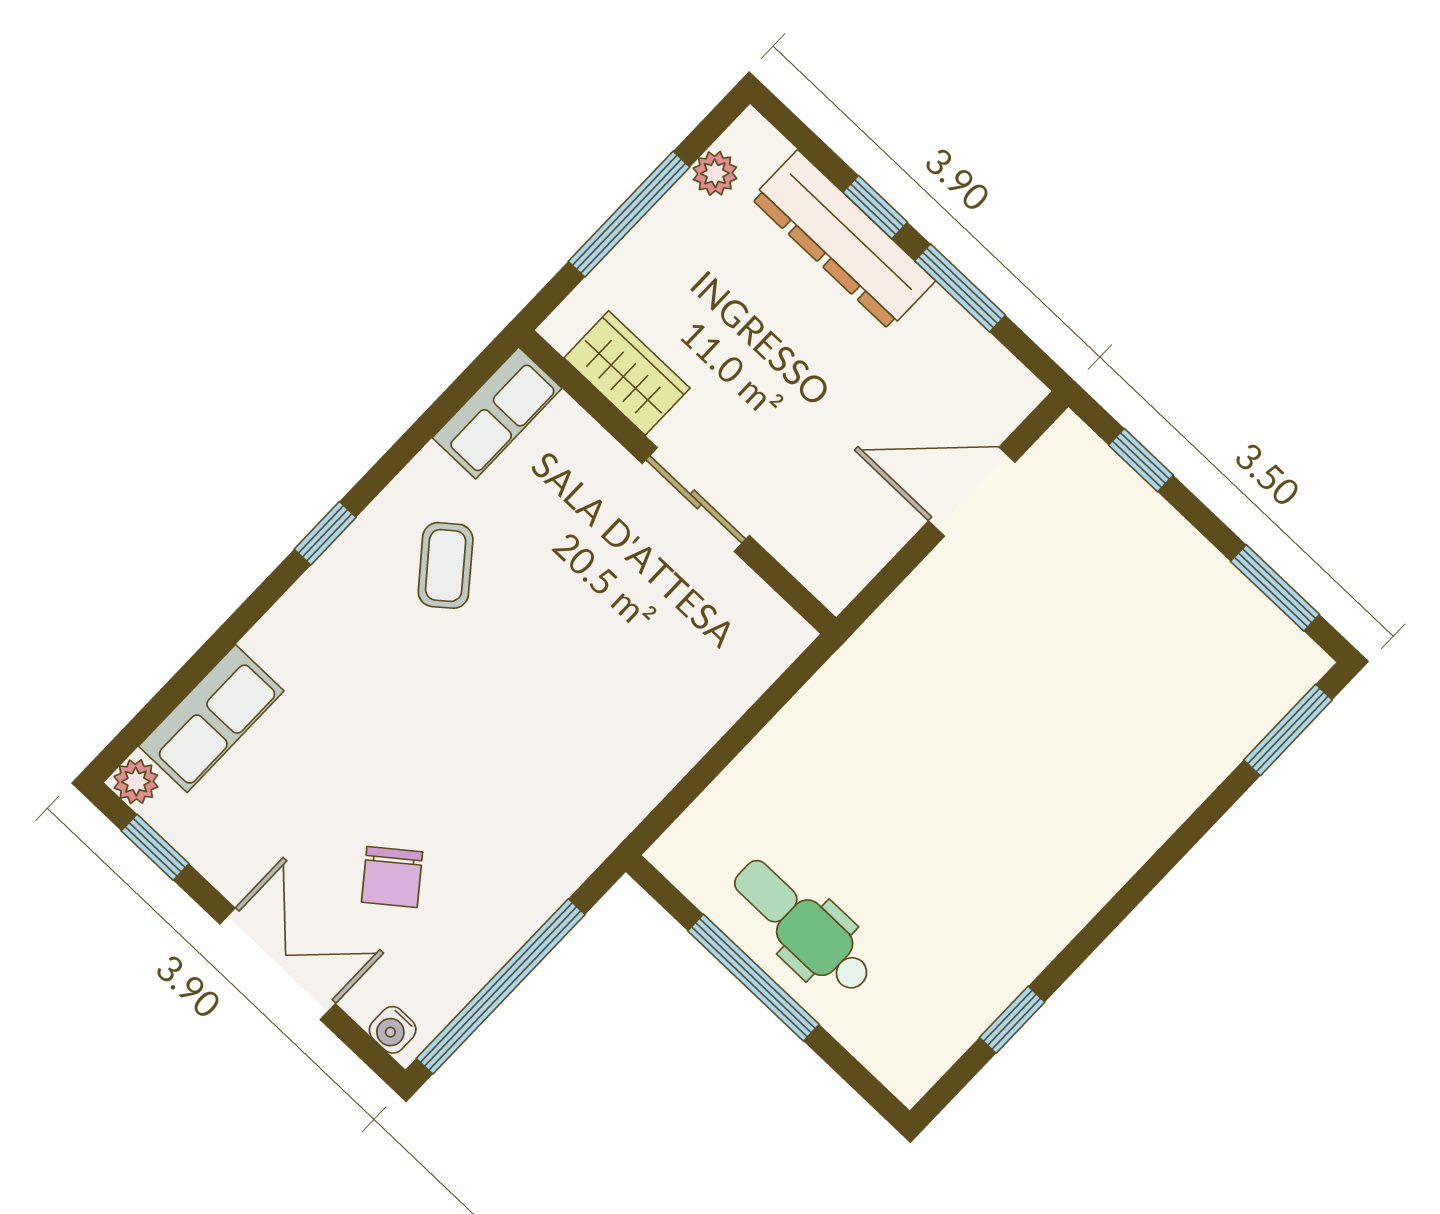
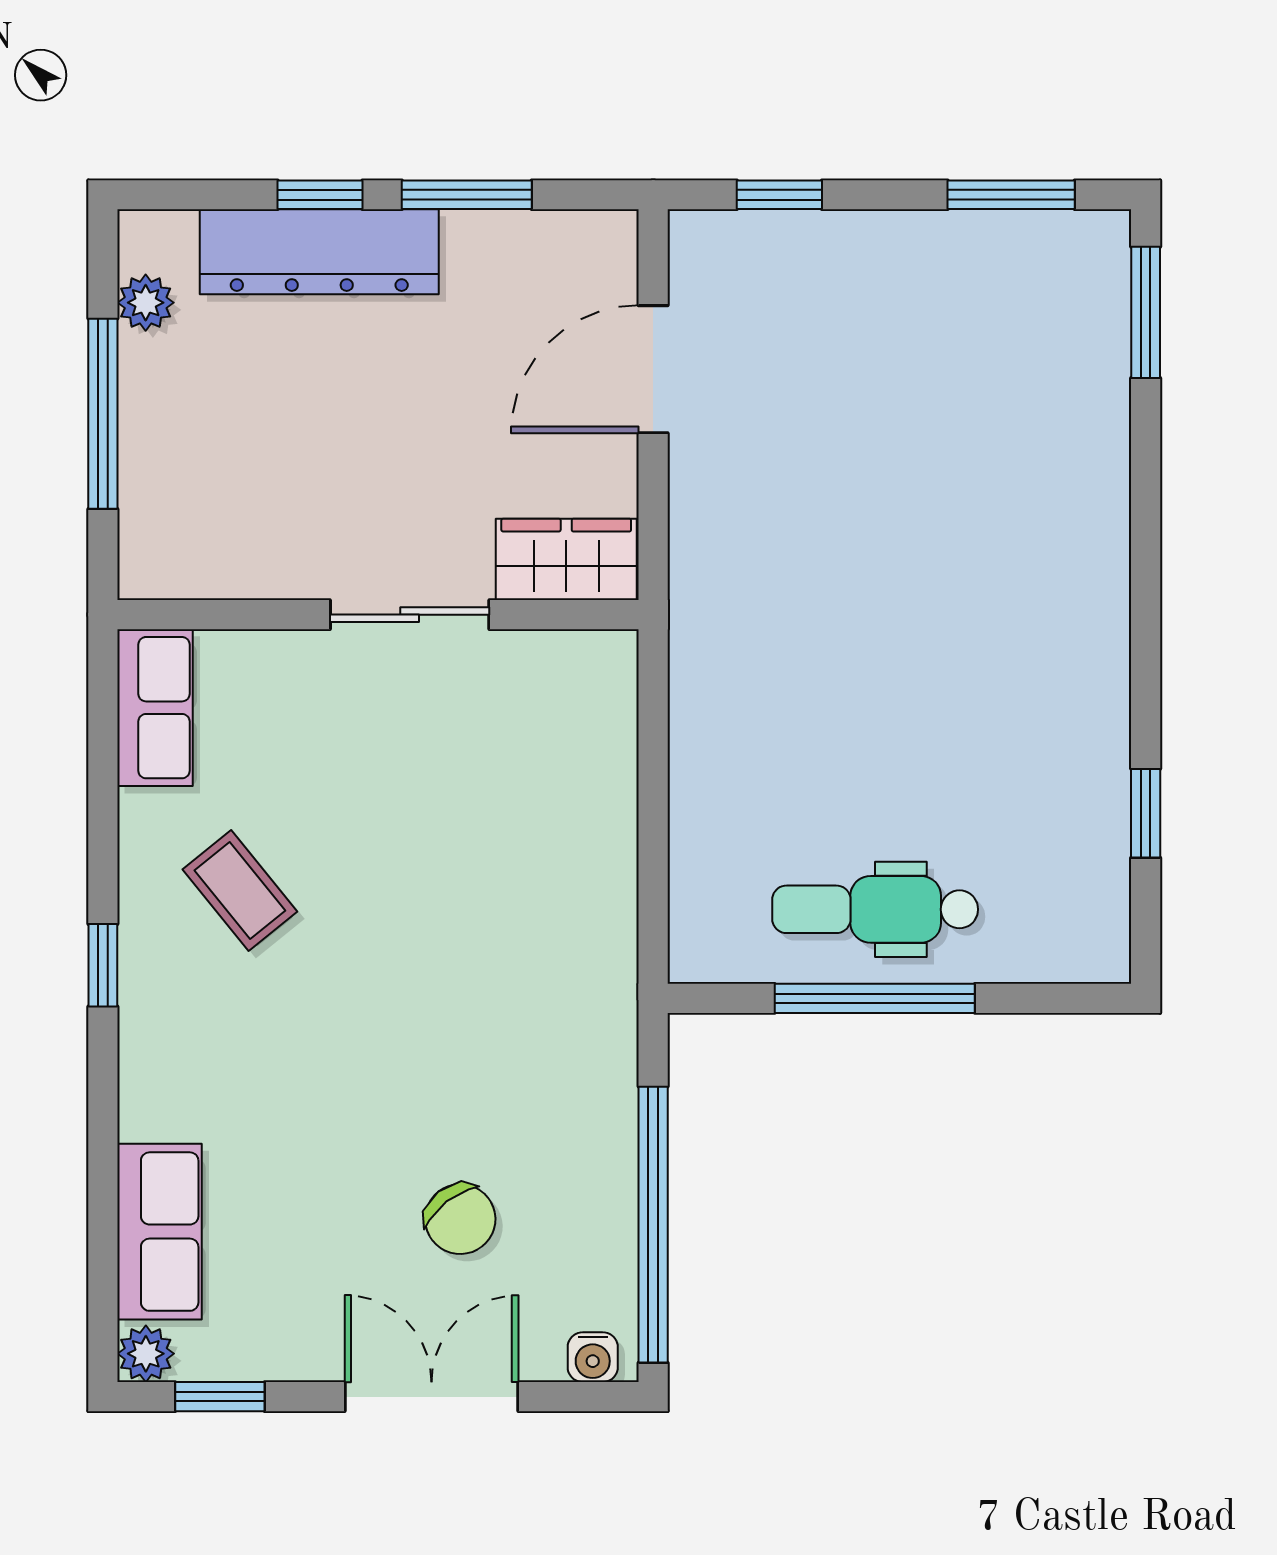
wardrobe: (627, 373) -> (566, 559), moved

